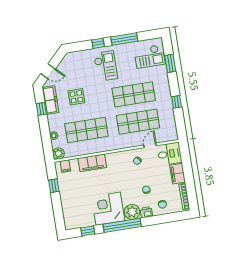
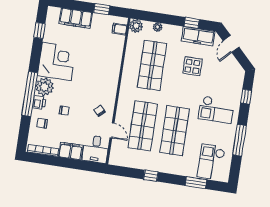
window: (98, 43) -> (246, 97), moved
filing cabinet: (92, 163) -> (76, 18), moved, turned -90
window: (122, 225) -> (30, 94), moved

